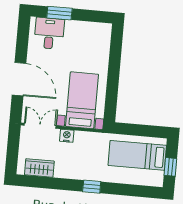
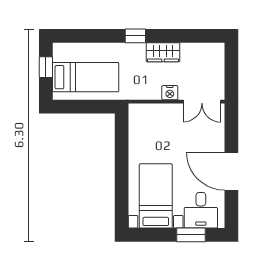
door: (19, 79) -> (231, 171), moved
bed with nightstands: (82, 100) -> (156, 196), moved, turned 180
wardrobe: (39, 168) -> (163, 52), moved

